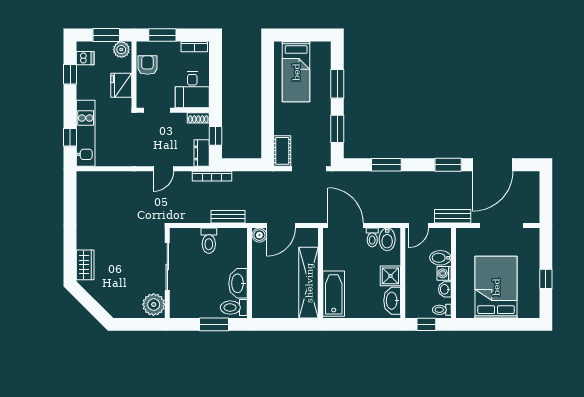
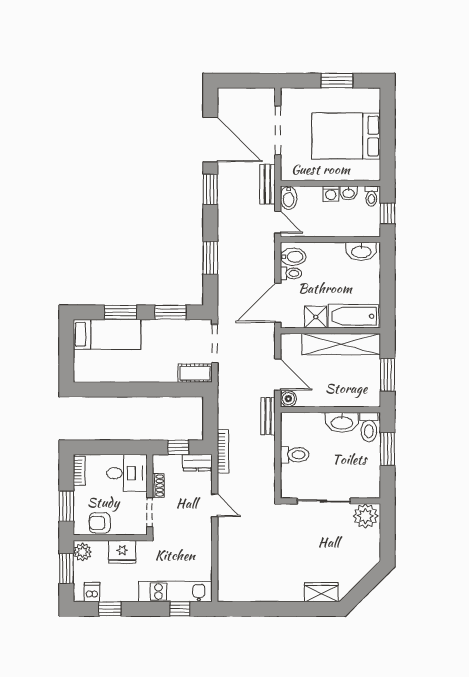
bed: (296, 72) -> (107, 334), moved
shoe rack: (198, 118) -> (158, 485), moved
bench: (228, 217) -> (268, 416), moved
bidet: (440, 258) -> (289, 198), moved
shower: (390, 276) -> (316, 317), moved
window: (546, 279) -> (337, 81), width x1.50
window: (281, 324) -> (387, 375), added

